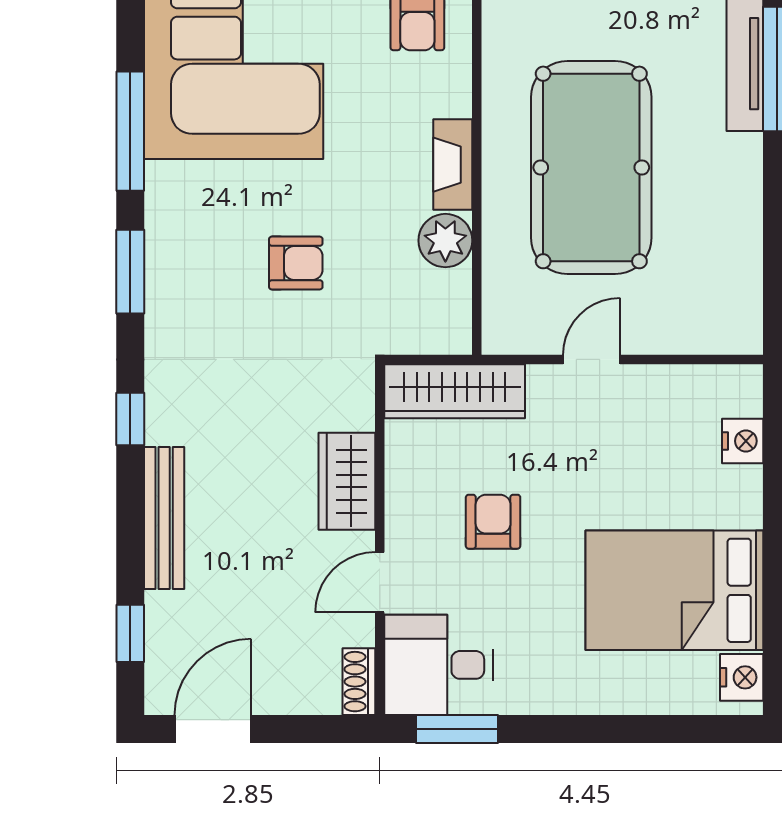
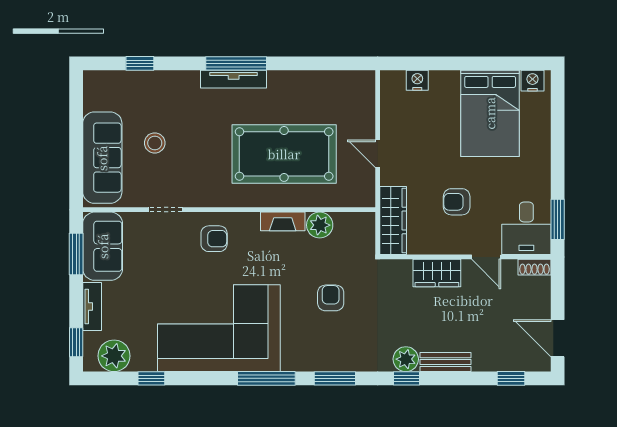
plant: (170, 417) -> (406, 359), added
bench: (164, 518) -> (446, 362), width x0.73

